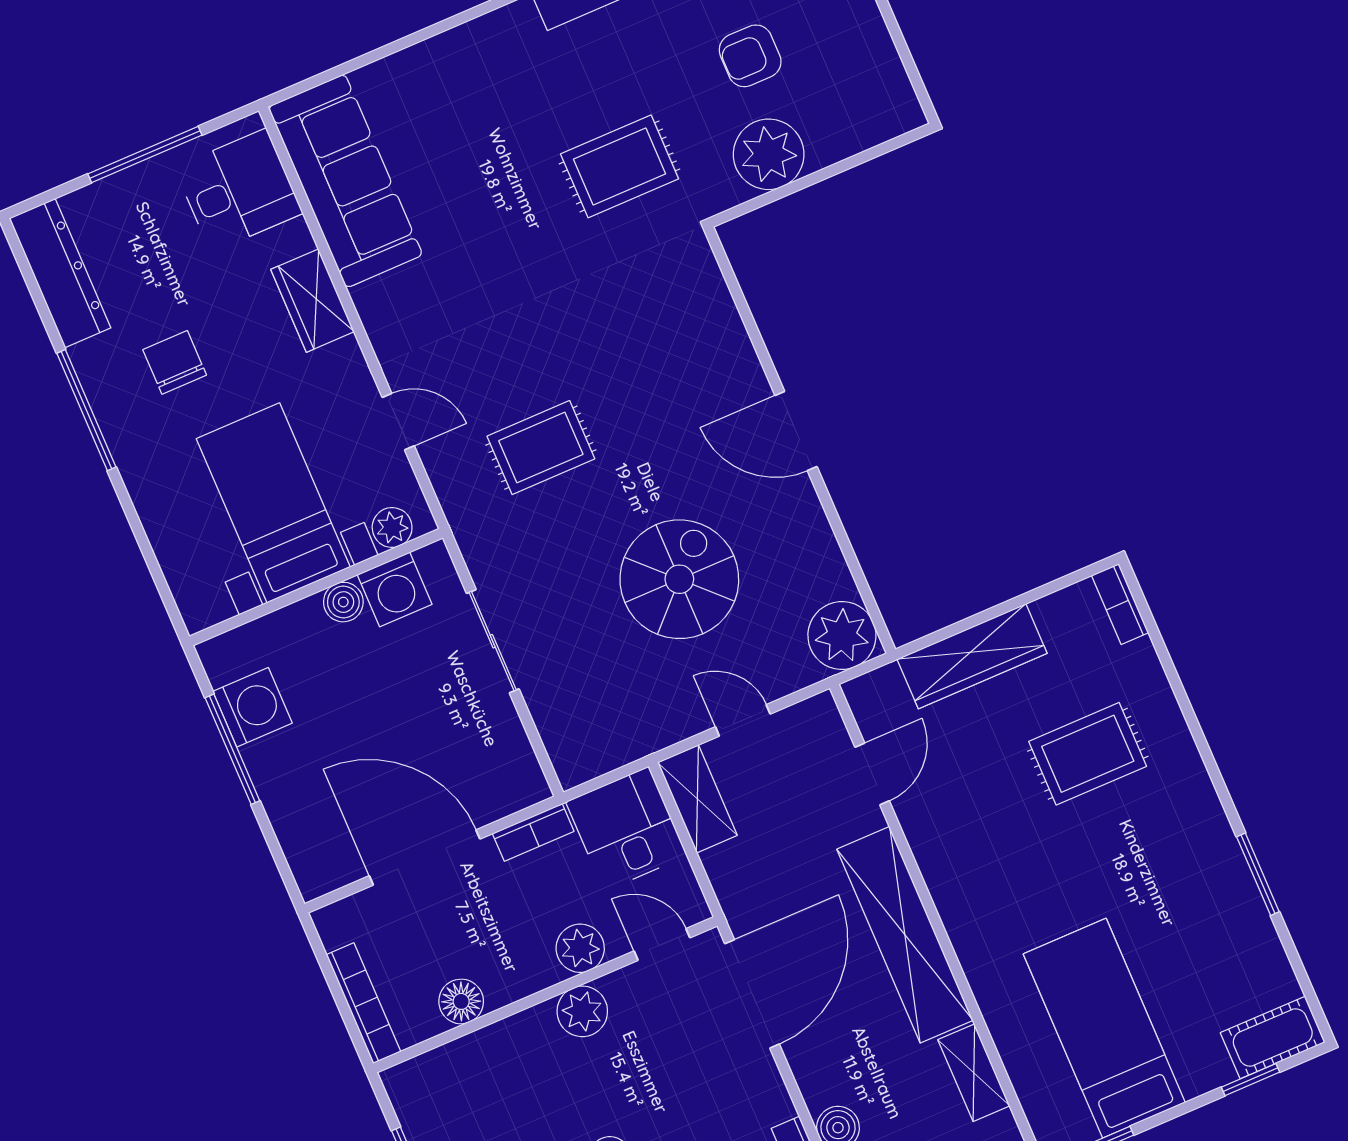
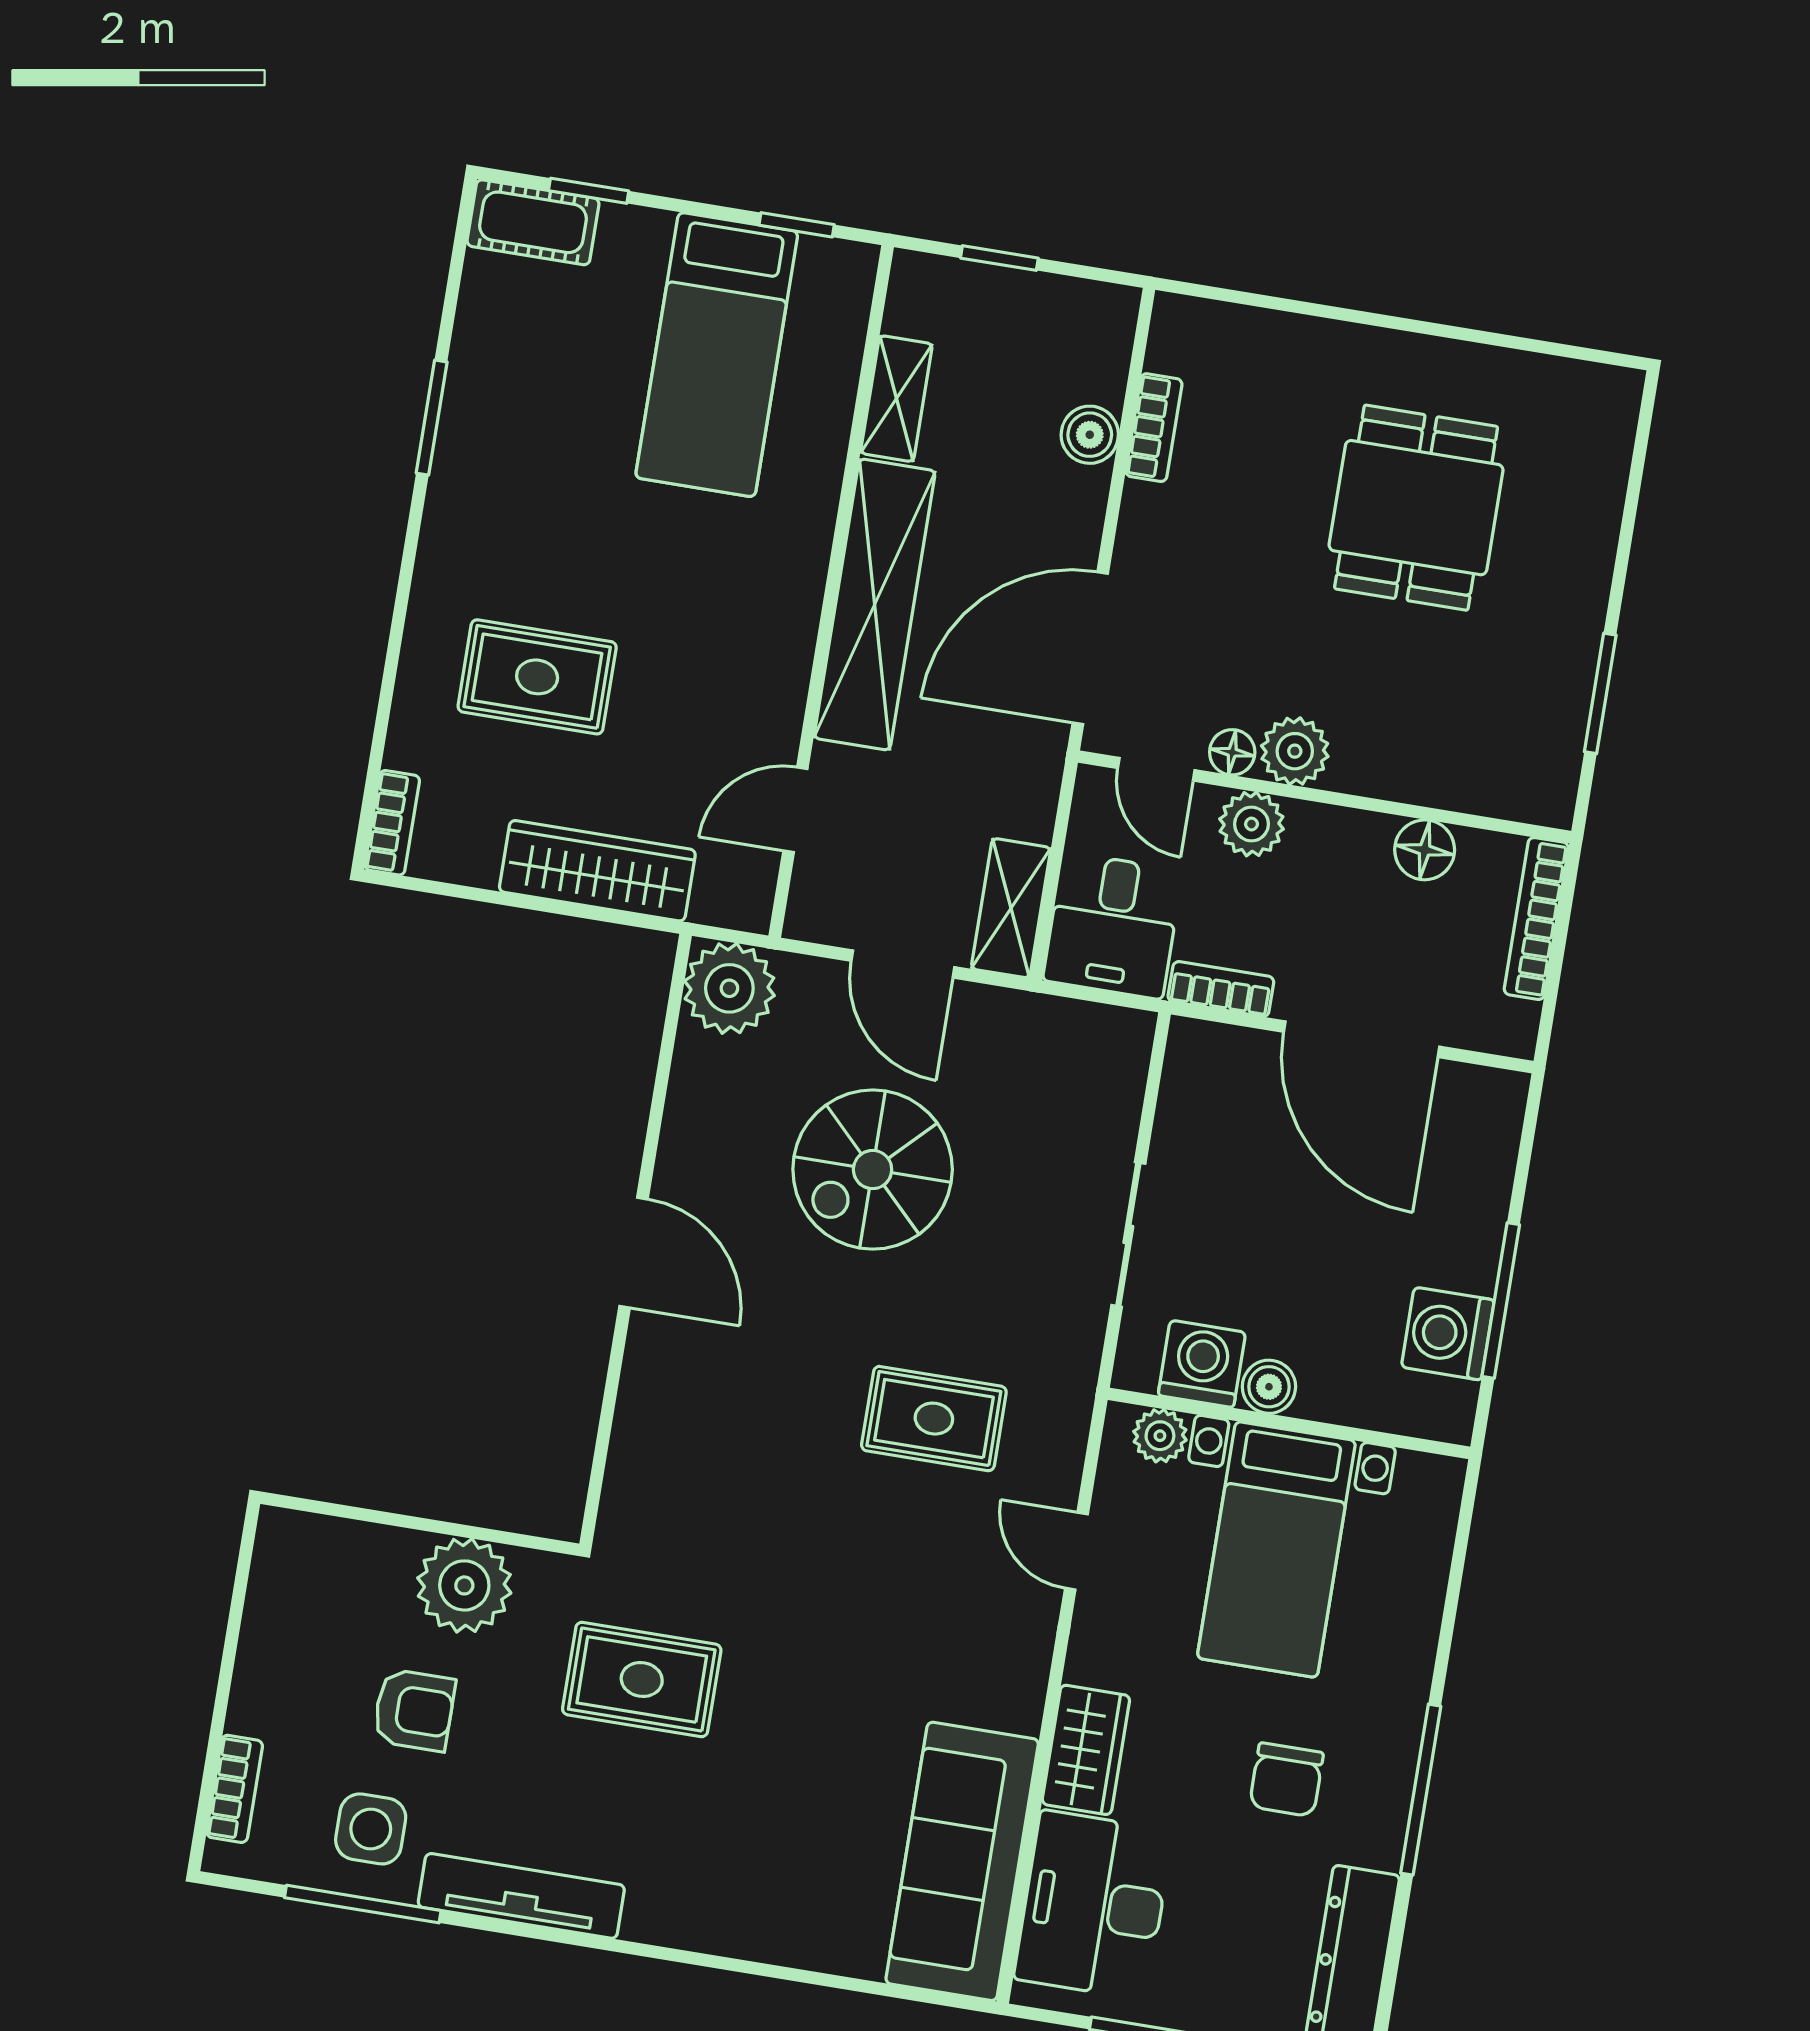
desk: (239, 190) -> (1093, 1905), width x1.37
door: (743, 720) -> (903, 964), width x1.38
floor lamp: (621, 985) -> (1232, 752), added

